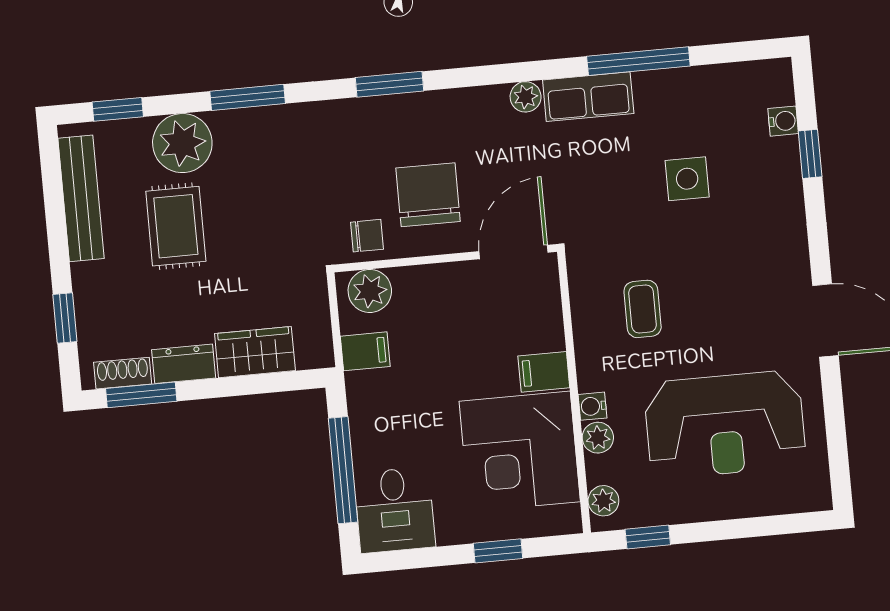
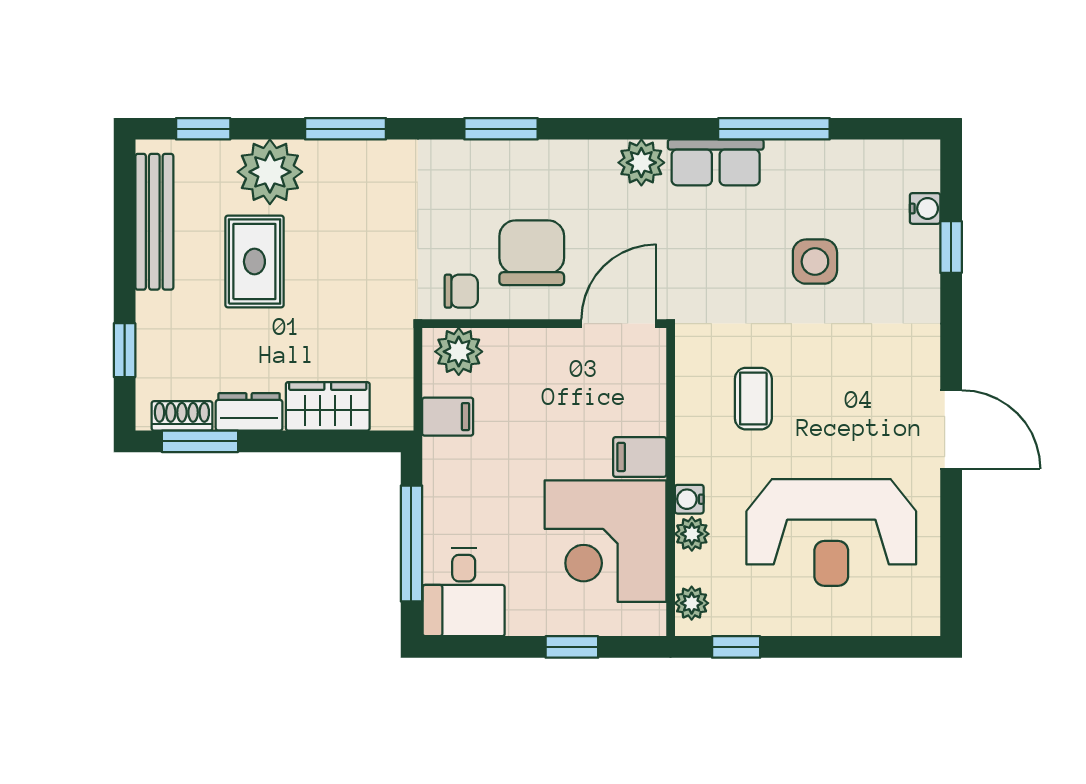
plant: (526, 97) -> (641, 163), width x1.38, depth x1.38

